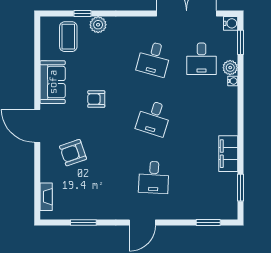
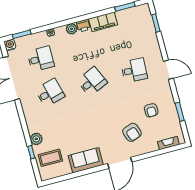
desk: (154, 59) -> (50, 93), turned -30
plant: (230, 68) -> (72, 29), moved
armchair: (96, 99) -> (151, 110), moved
desk: (154, 118) -> (92, 82), turned -42
printer: (230, 126) -> (83, 26), added

